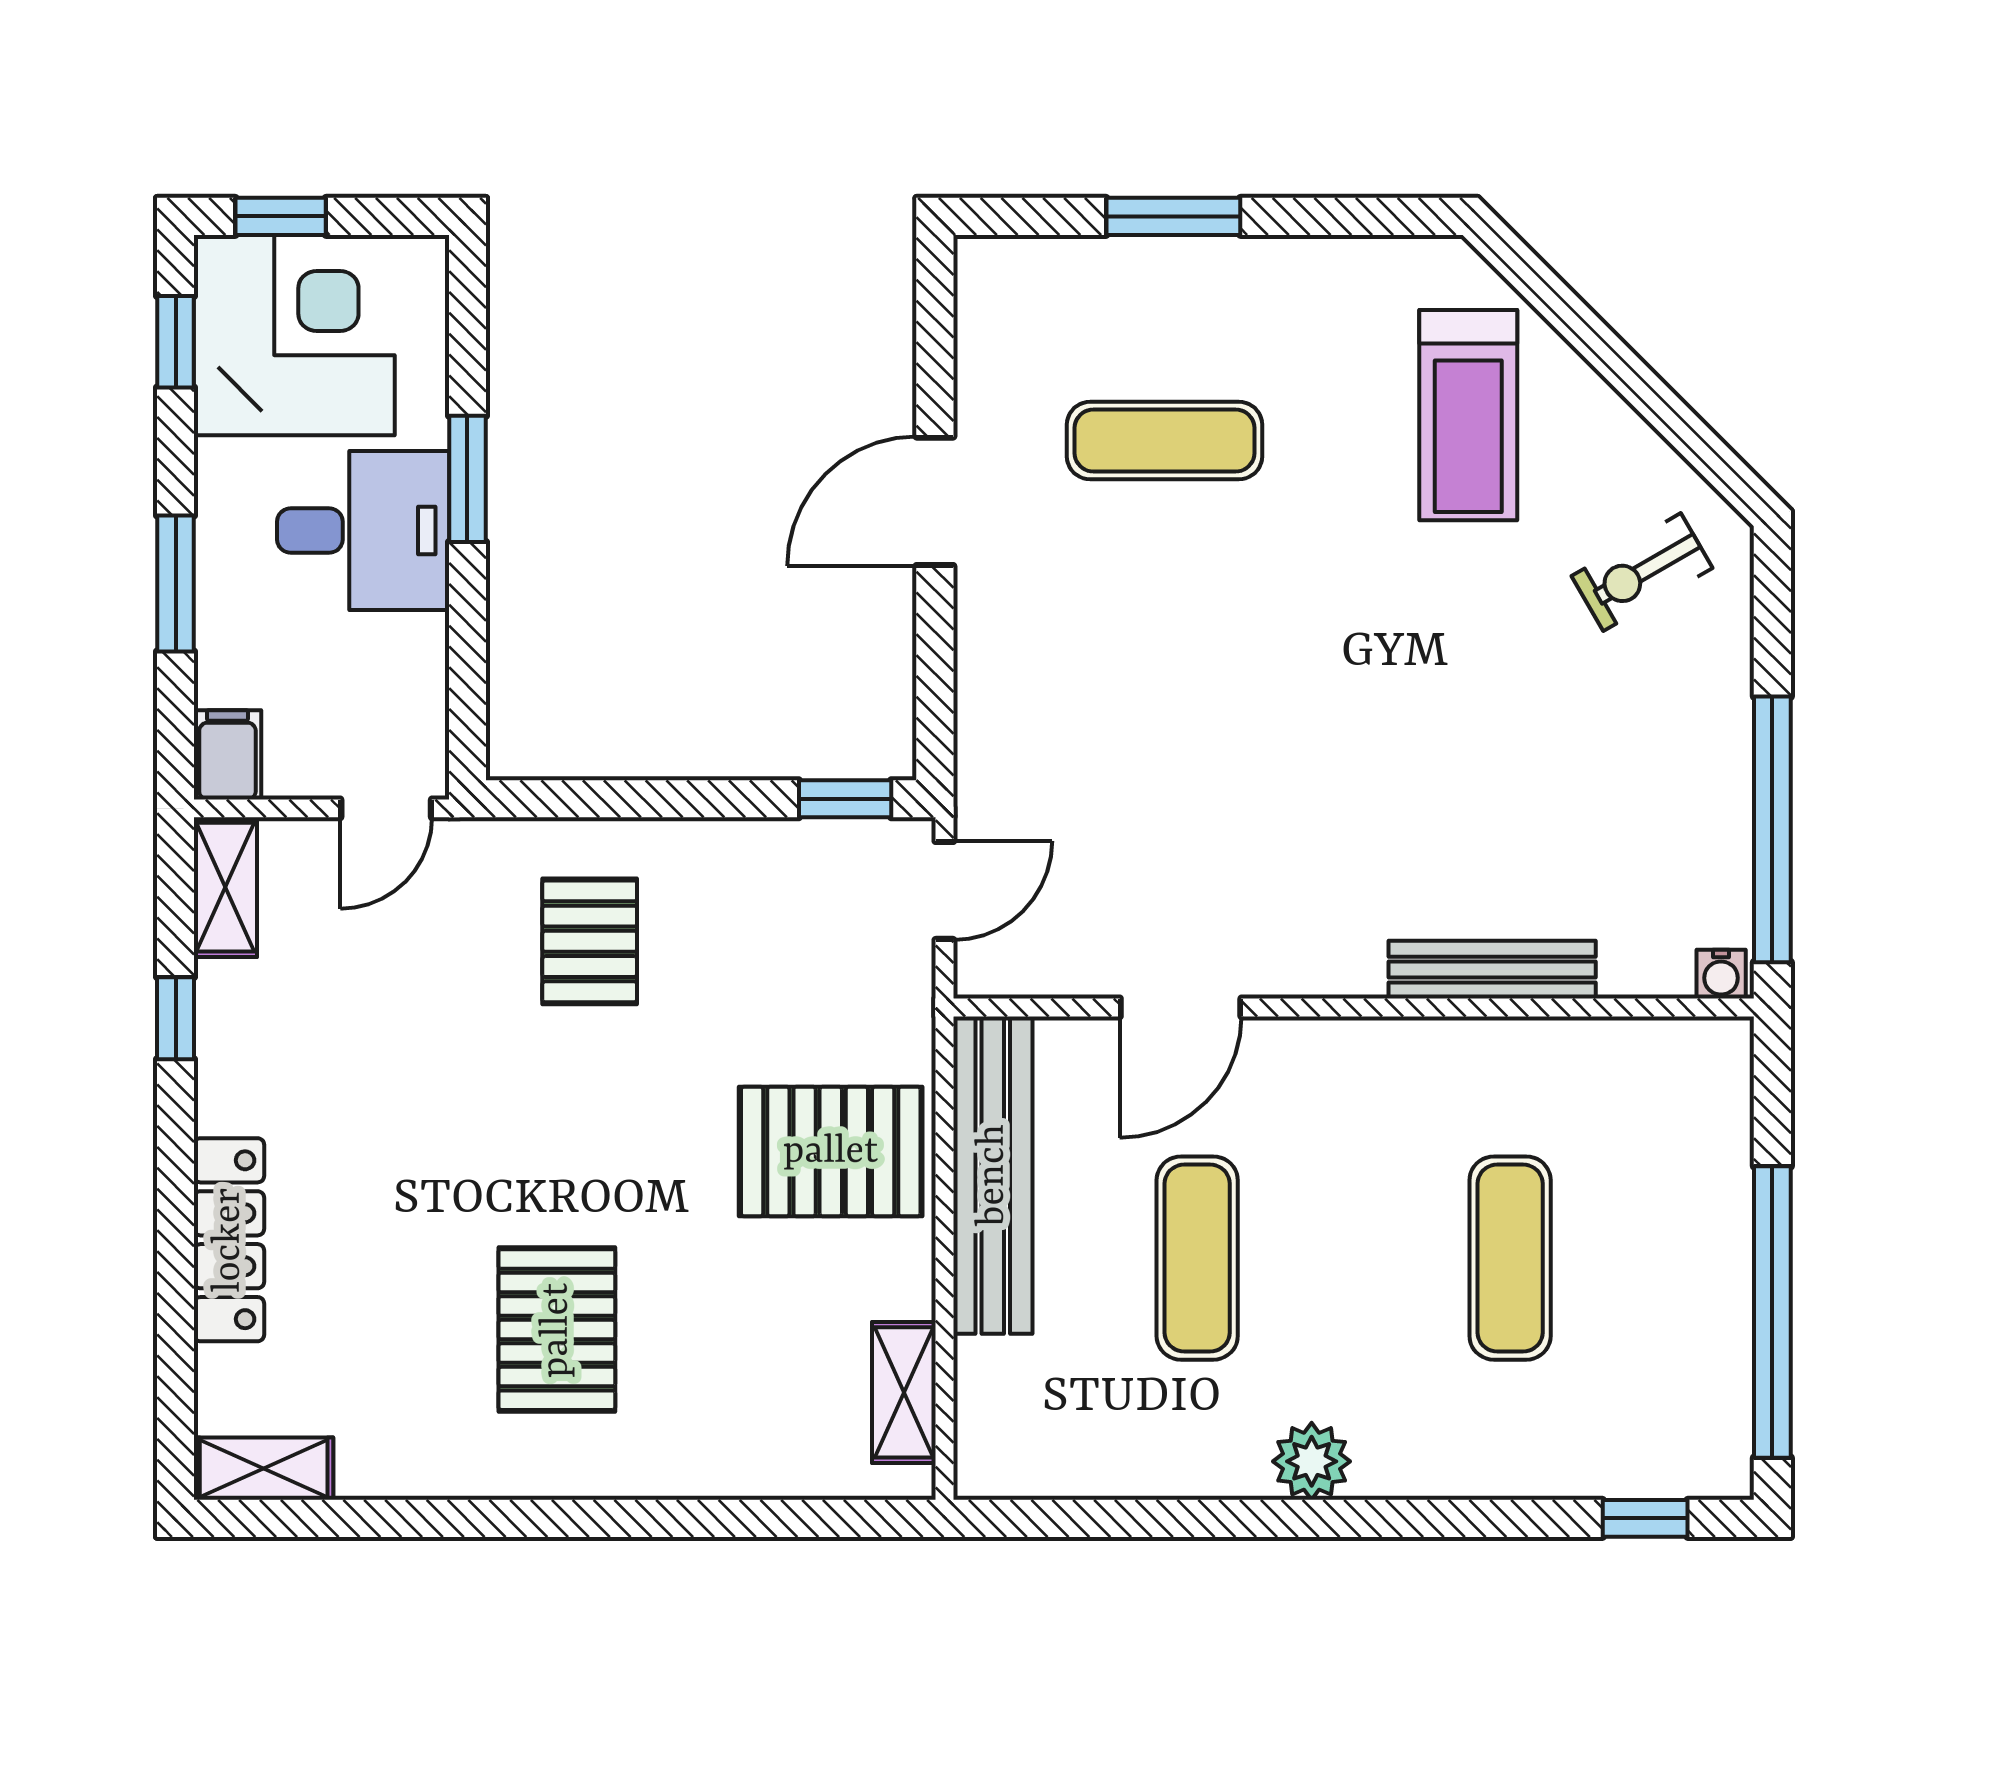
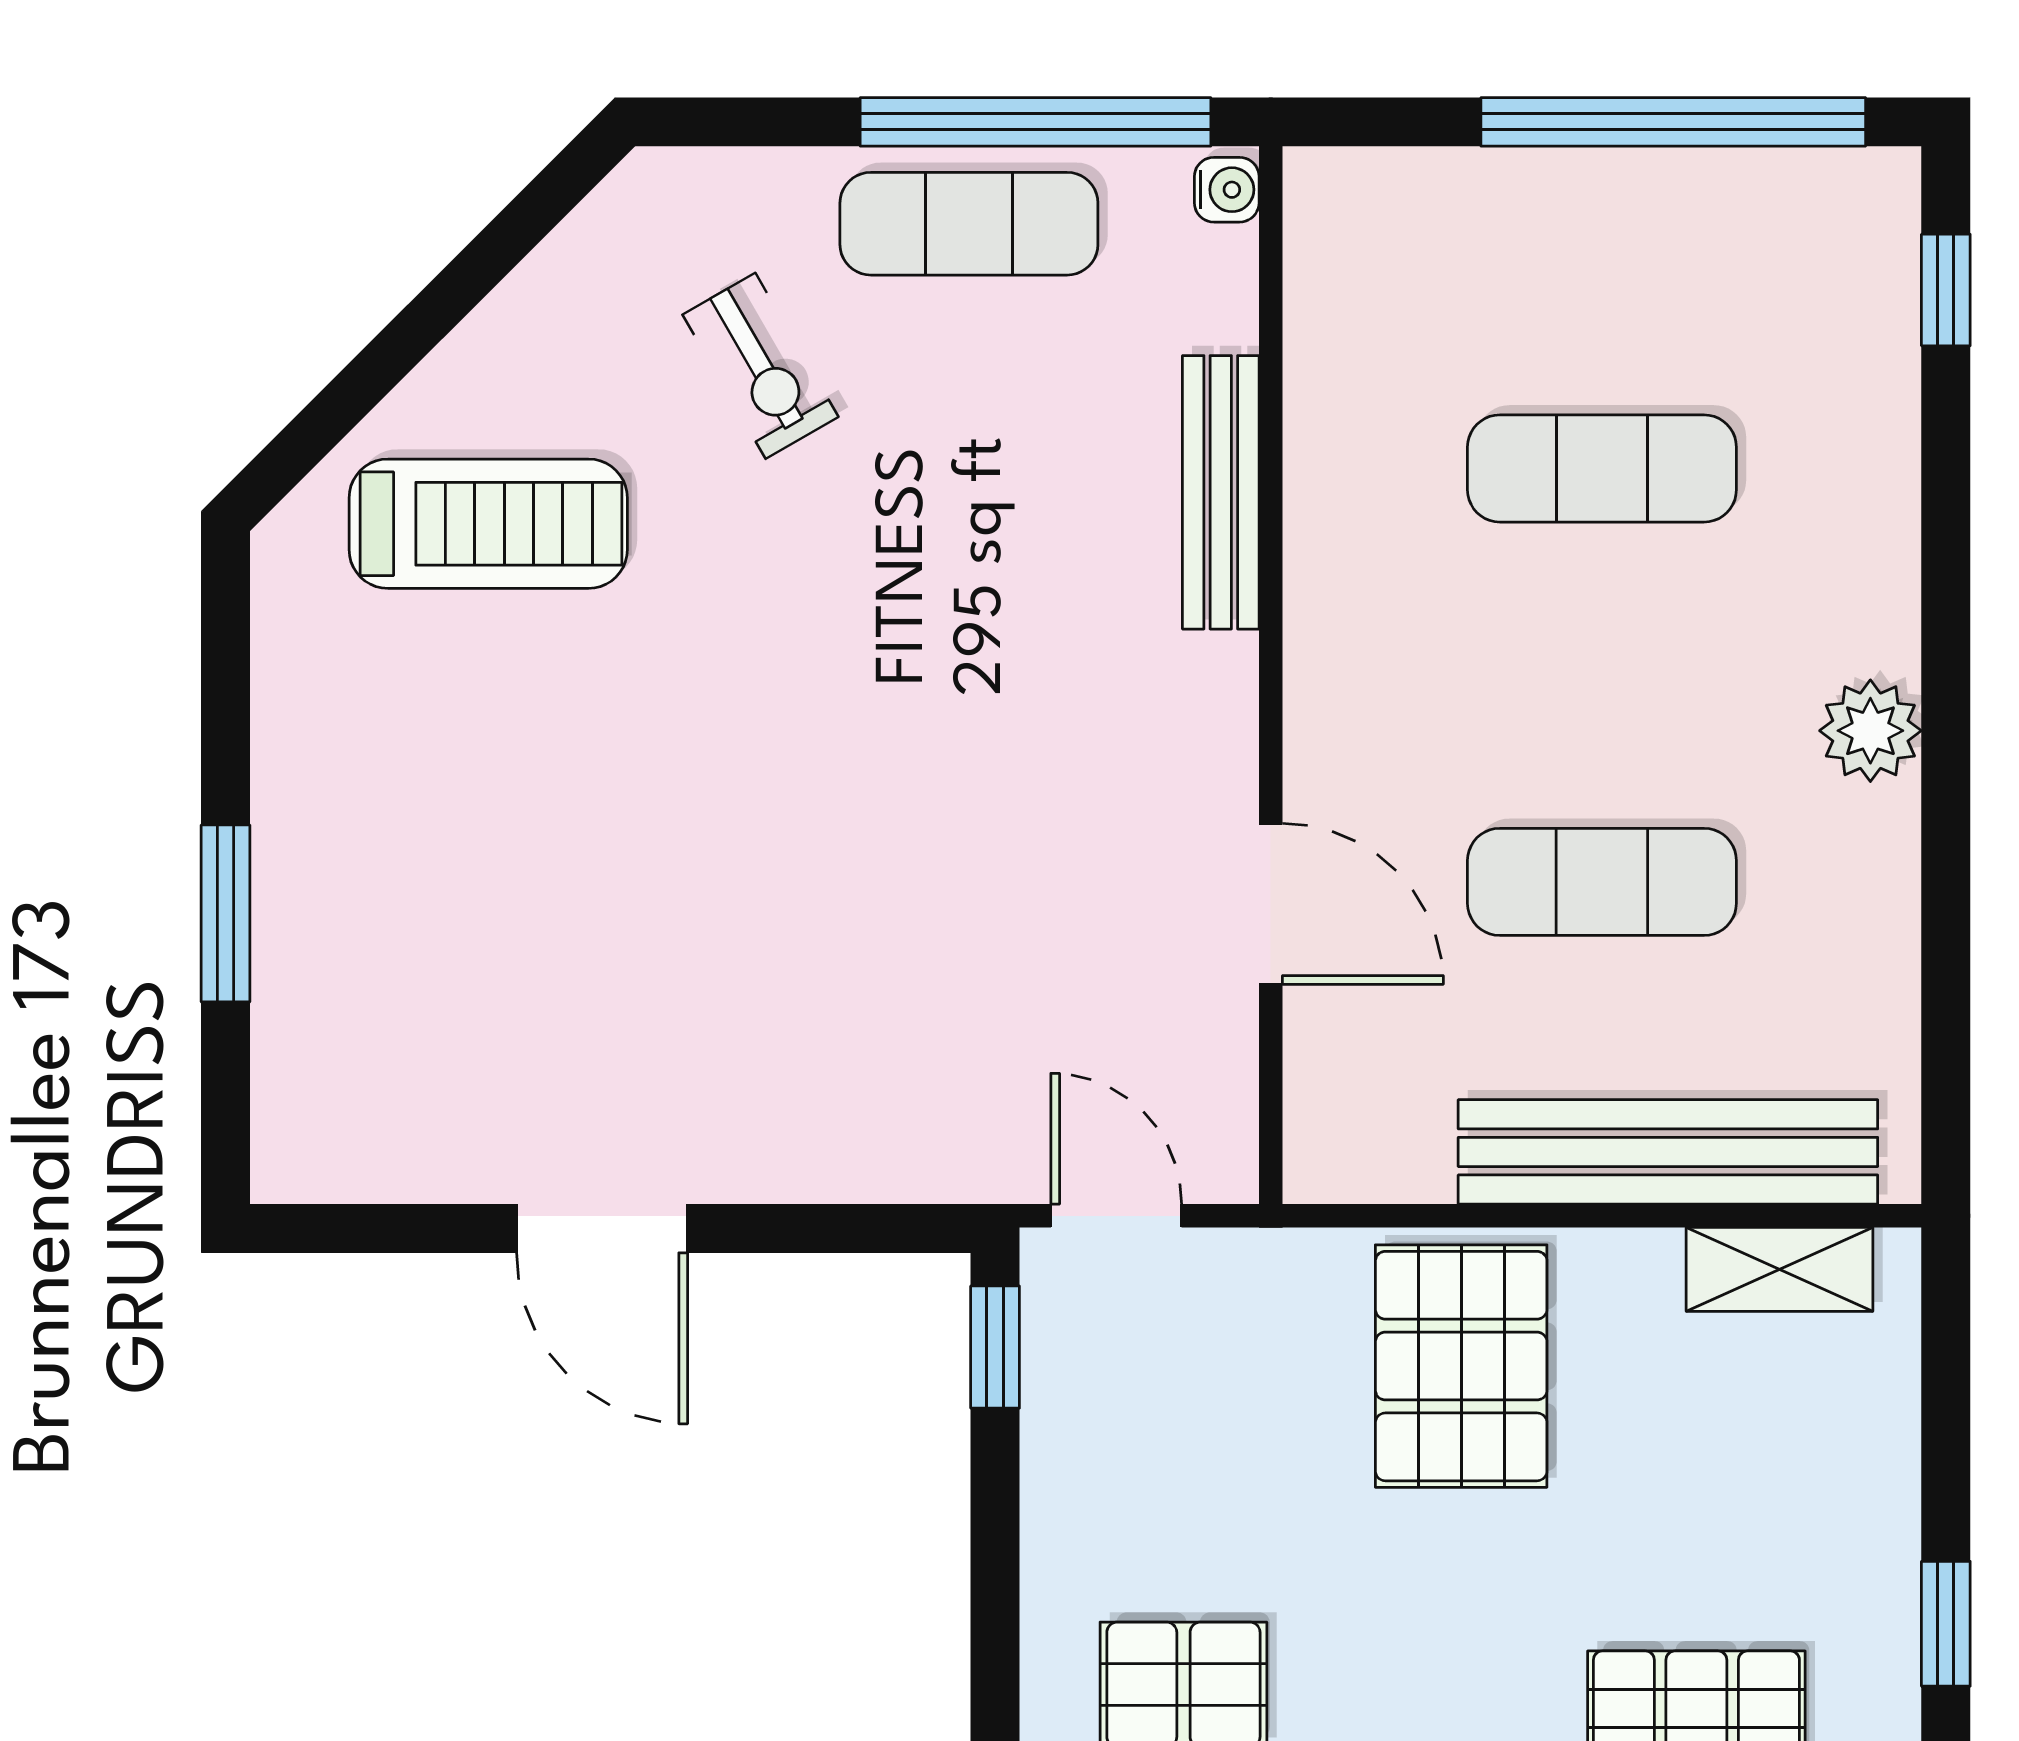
exercise mat: (1165, 441) -> (969, 224), moved, turned 90
exercise bike: (1642, 572) -> (760, 366), moved
bench: (993, 1175) -> (1668, 1152), moved
window: (636, 1518) -> (1946, 1624), added

